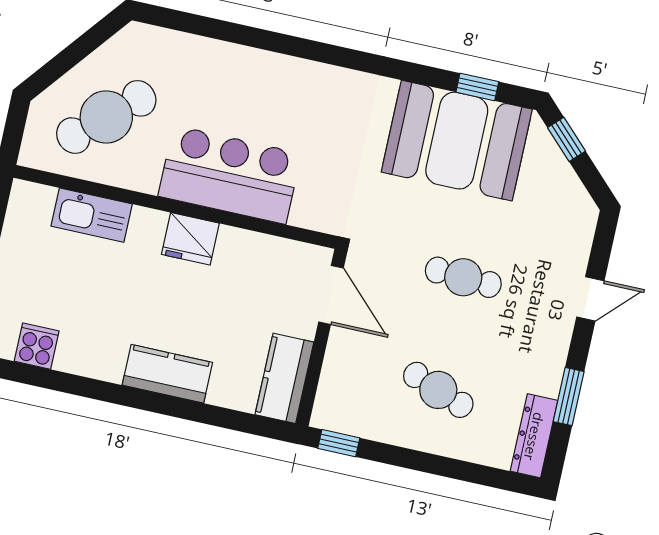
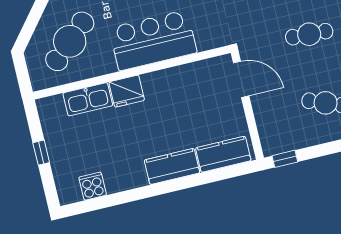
fridge: (190, 239) -> (127, 91), moved
kitchen counter: (284, 378) -> (223, 154), moved, turned 90

